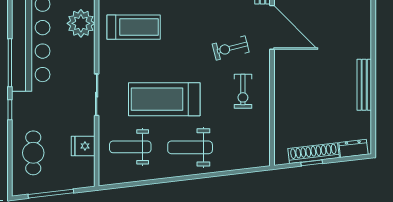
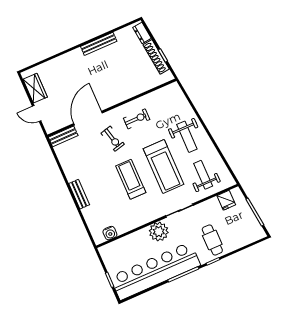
plant: (81, 23) -> (159, 232), moved
treadmill: (134, 27) -> (131, 179), moved
fridge: (83, 146) -> (226, 200), moved
weight bench: (130, 147) -> (203, 175), turned 180
cafe table: (33, 153) -> (212, 240), moved, turned 90

